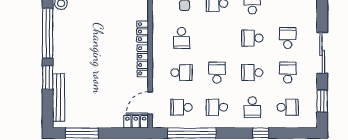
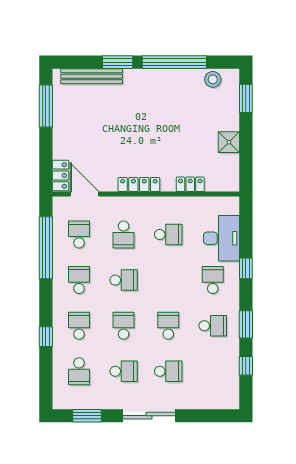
locker: (143, 32) -> (190, 184), moved
school desk: (181, 38) -> (168, 234), turned 180
school desk: (252, 107) -> (79, 326), turned 90

